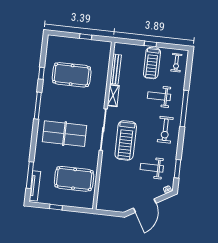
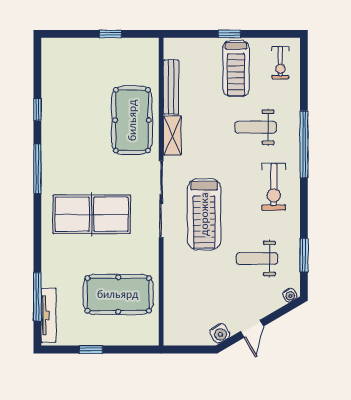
pool table: (72, 75) -> (132, 120), moved, turned 90
water cooler: (127, 206) -> (220, 333), added
door: (145, 206) -> (252, 329), width x0.53

